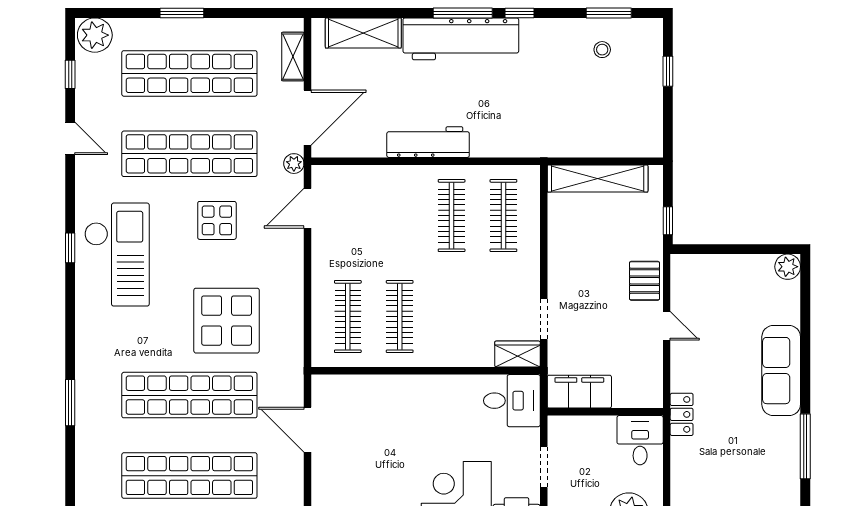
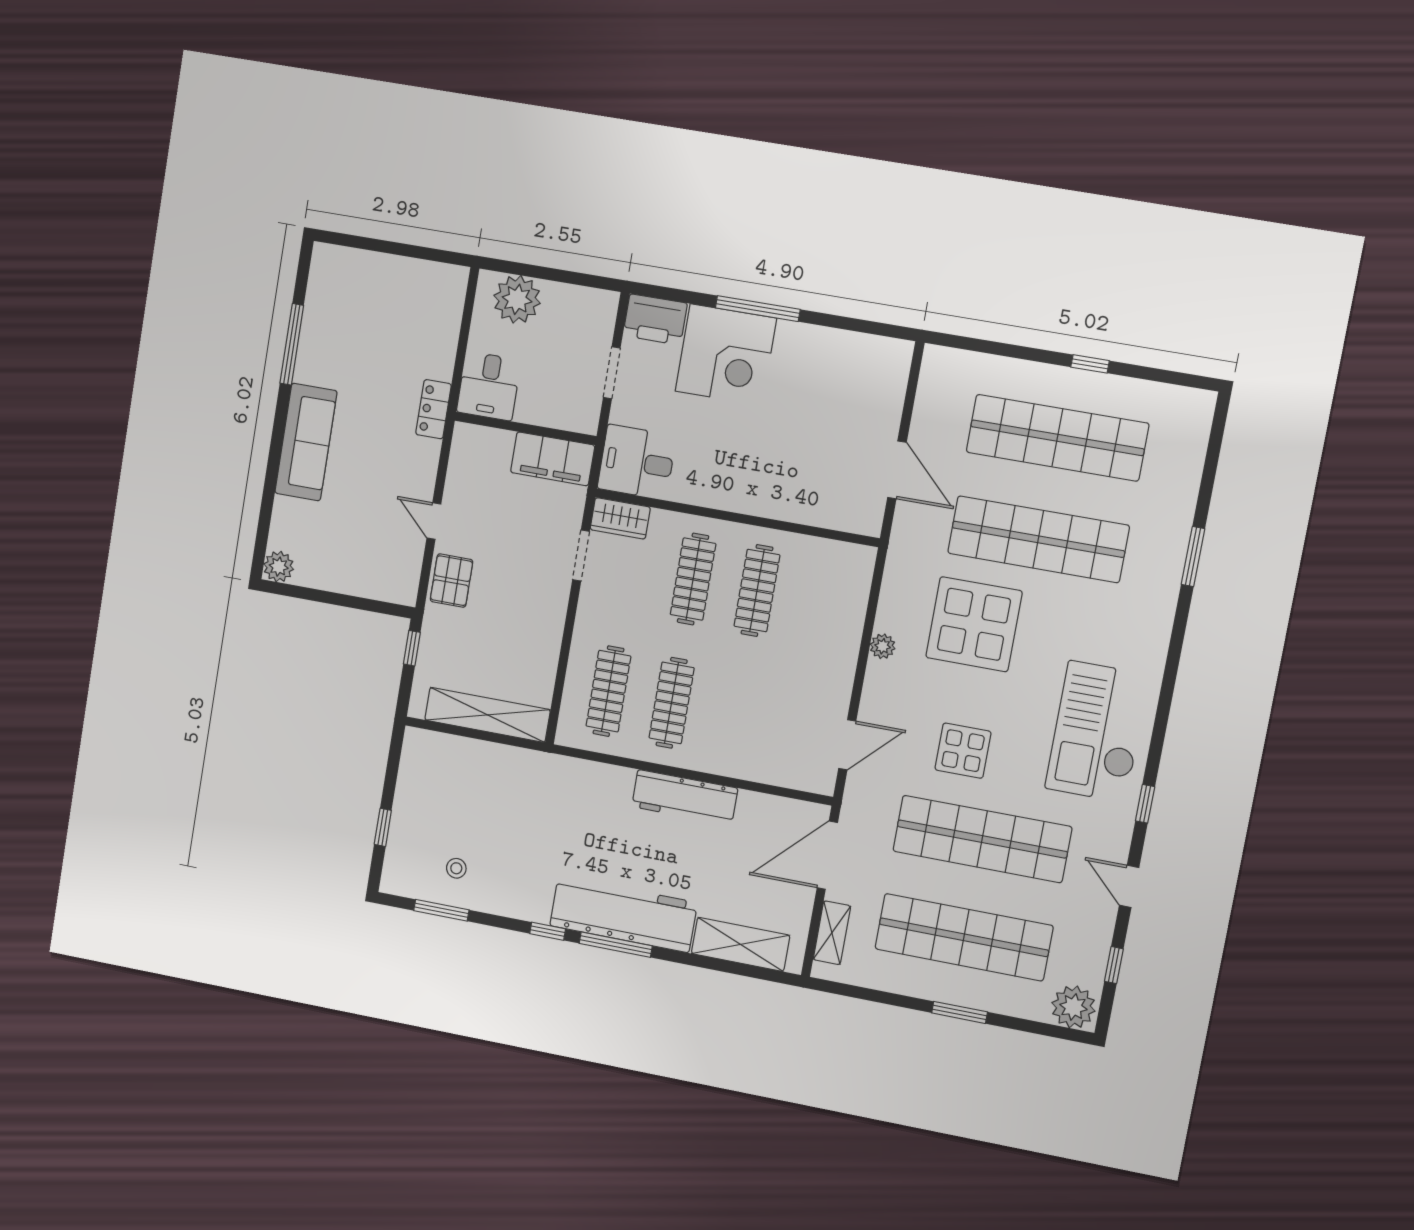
plant: (294, 164) -> (883, 646), moved
window: (70, 248) -> (1145, 804), moved
clothes rail: (348, 317) -> (693, 579), moved

